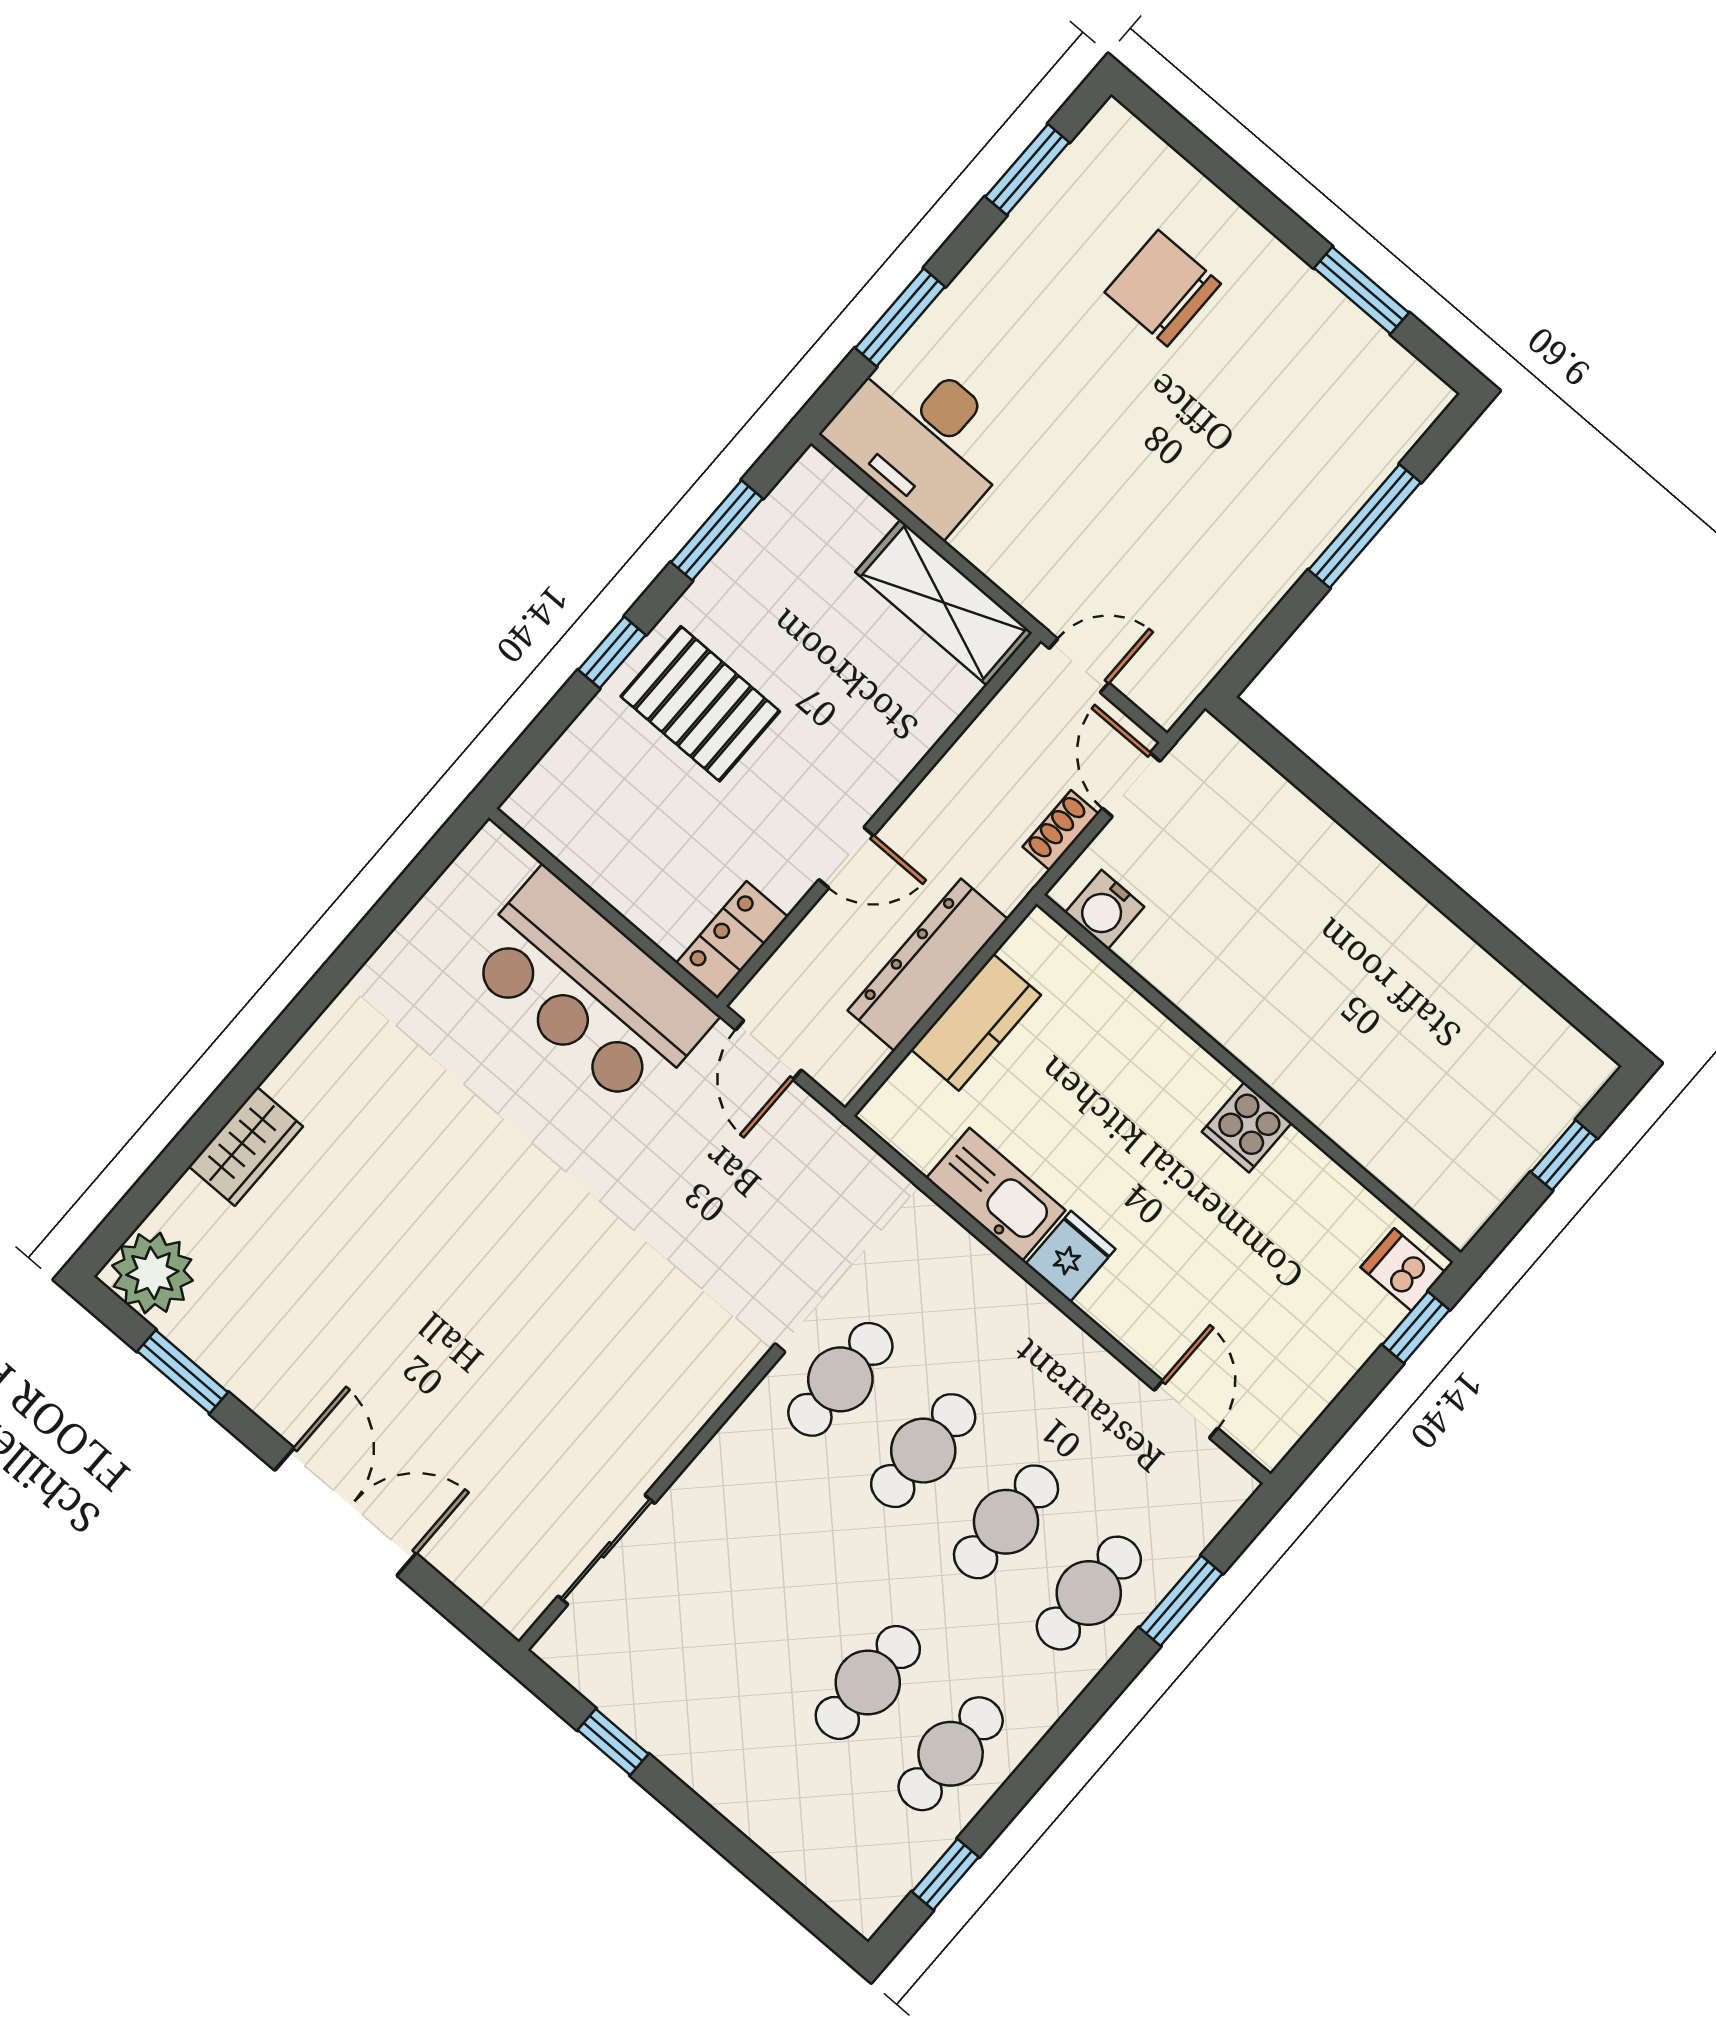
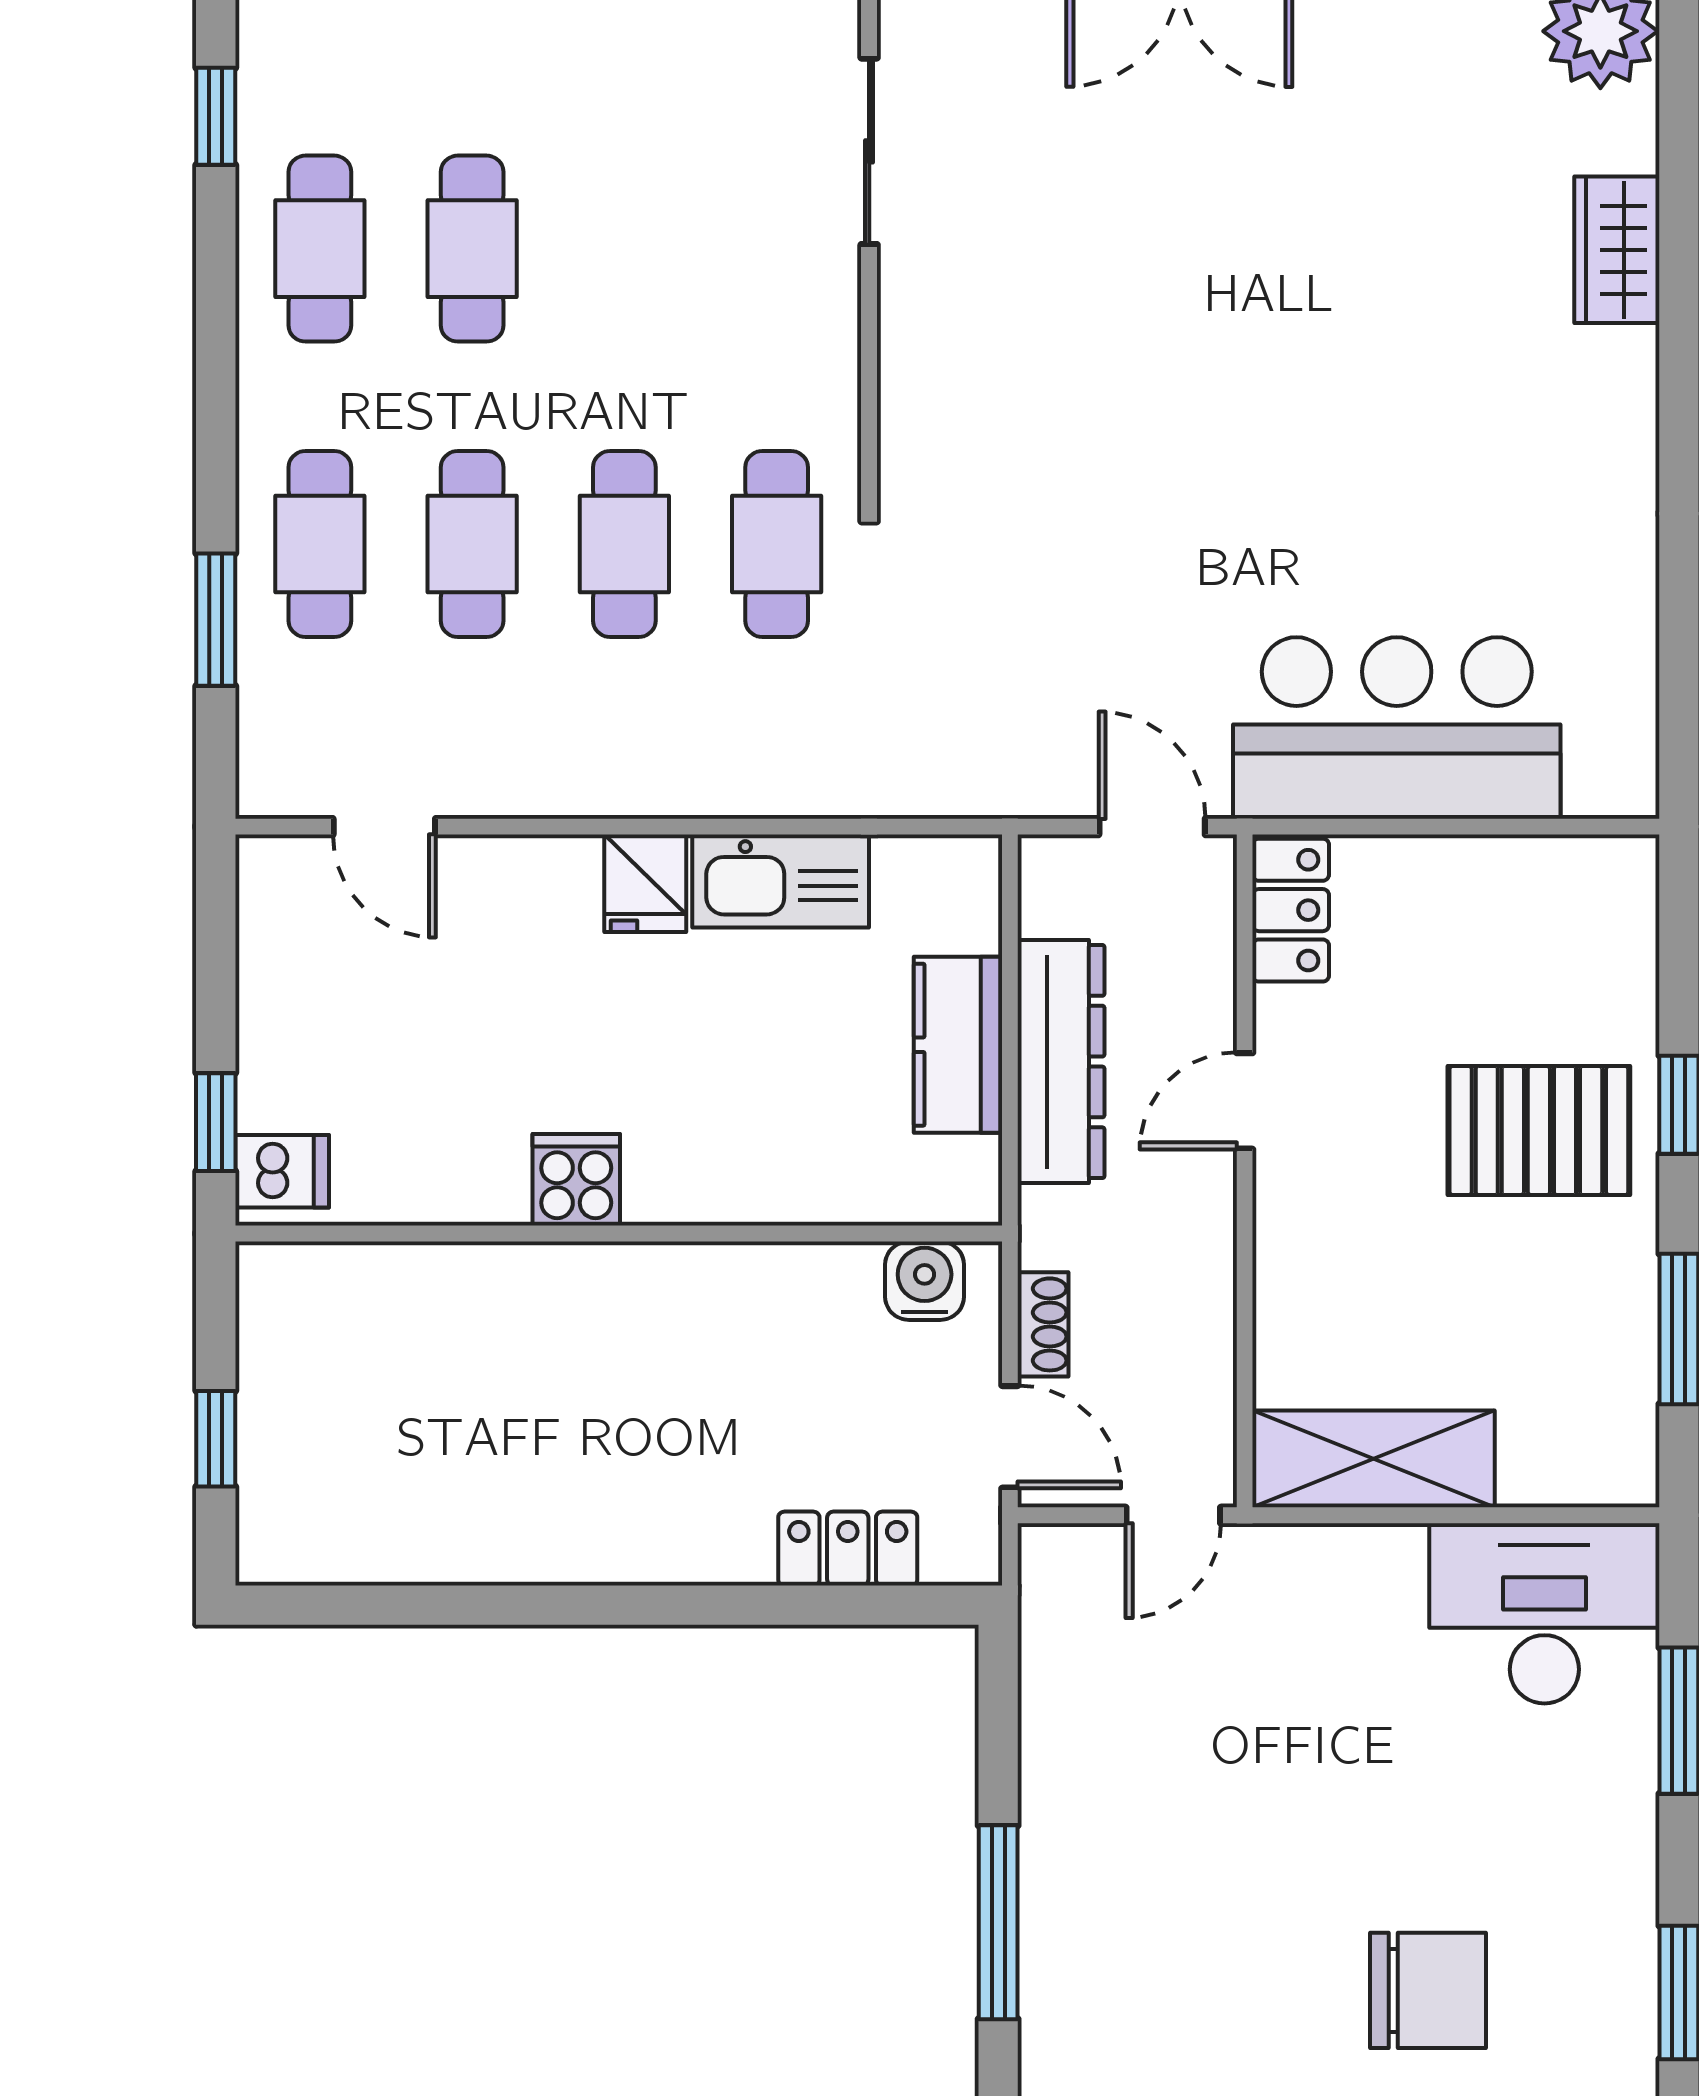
locker: (1272, 800) -> (848, 1549), added

